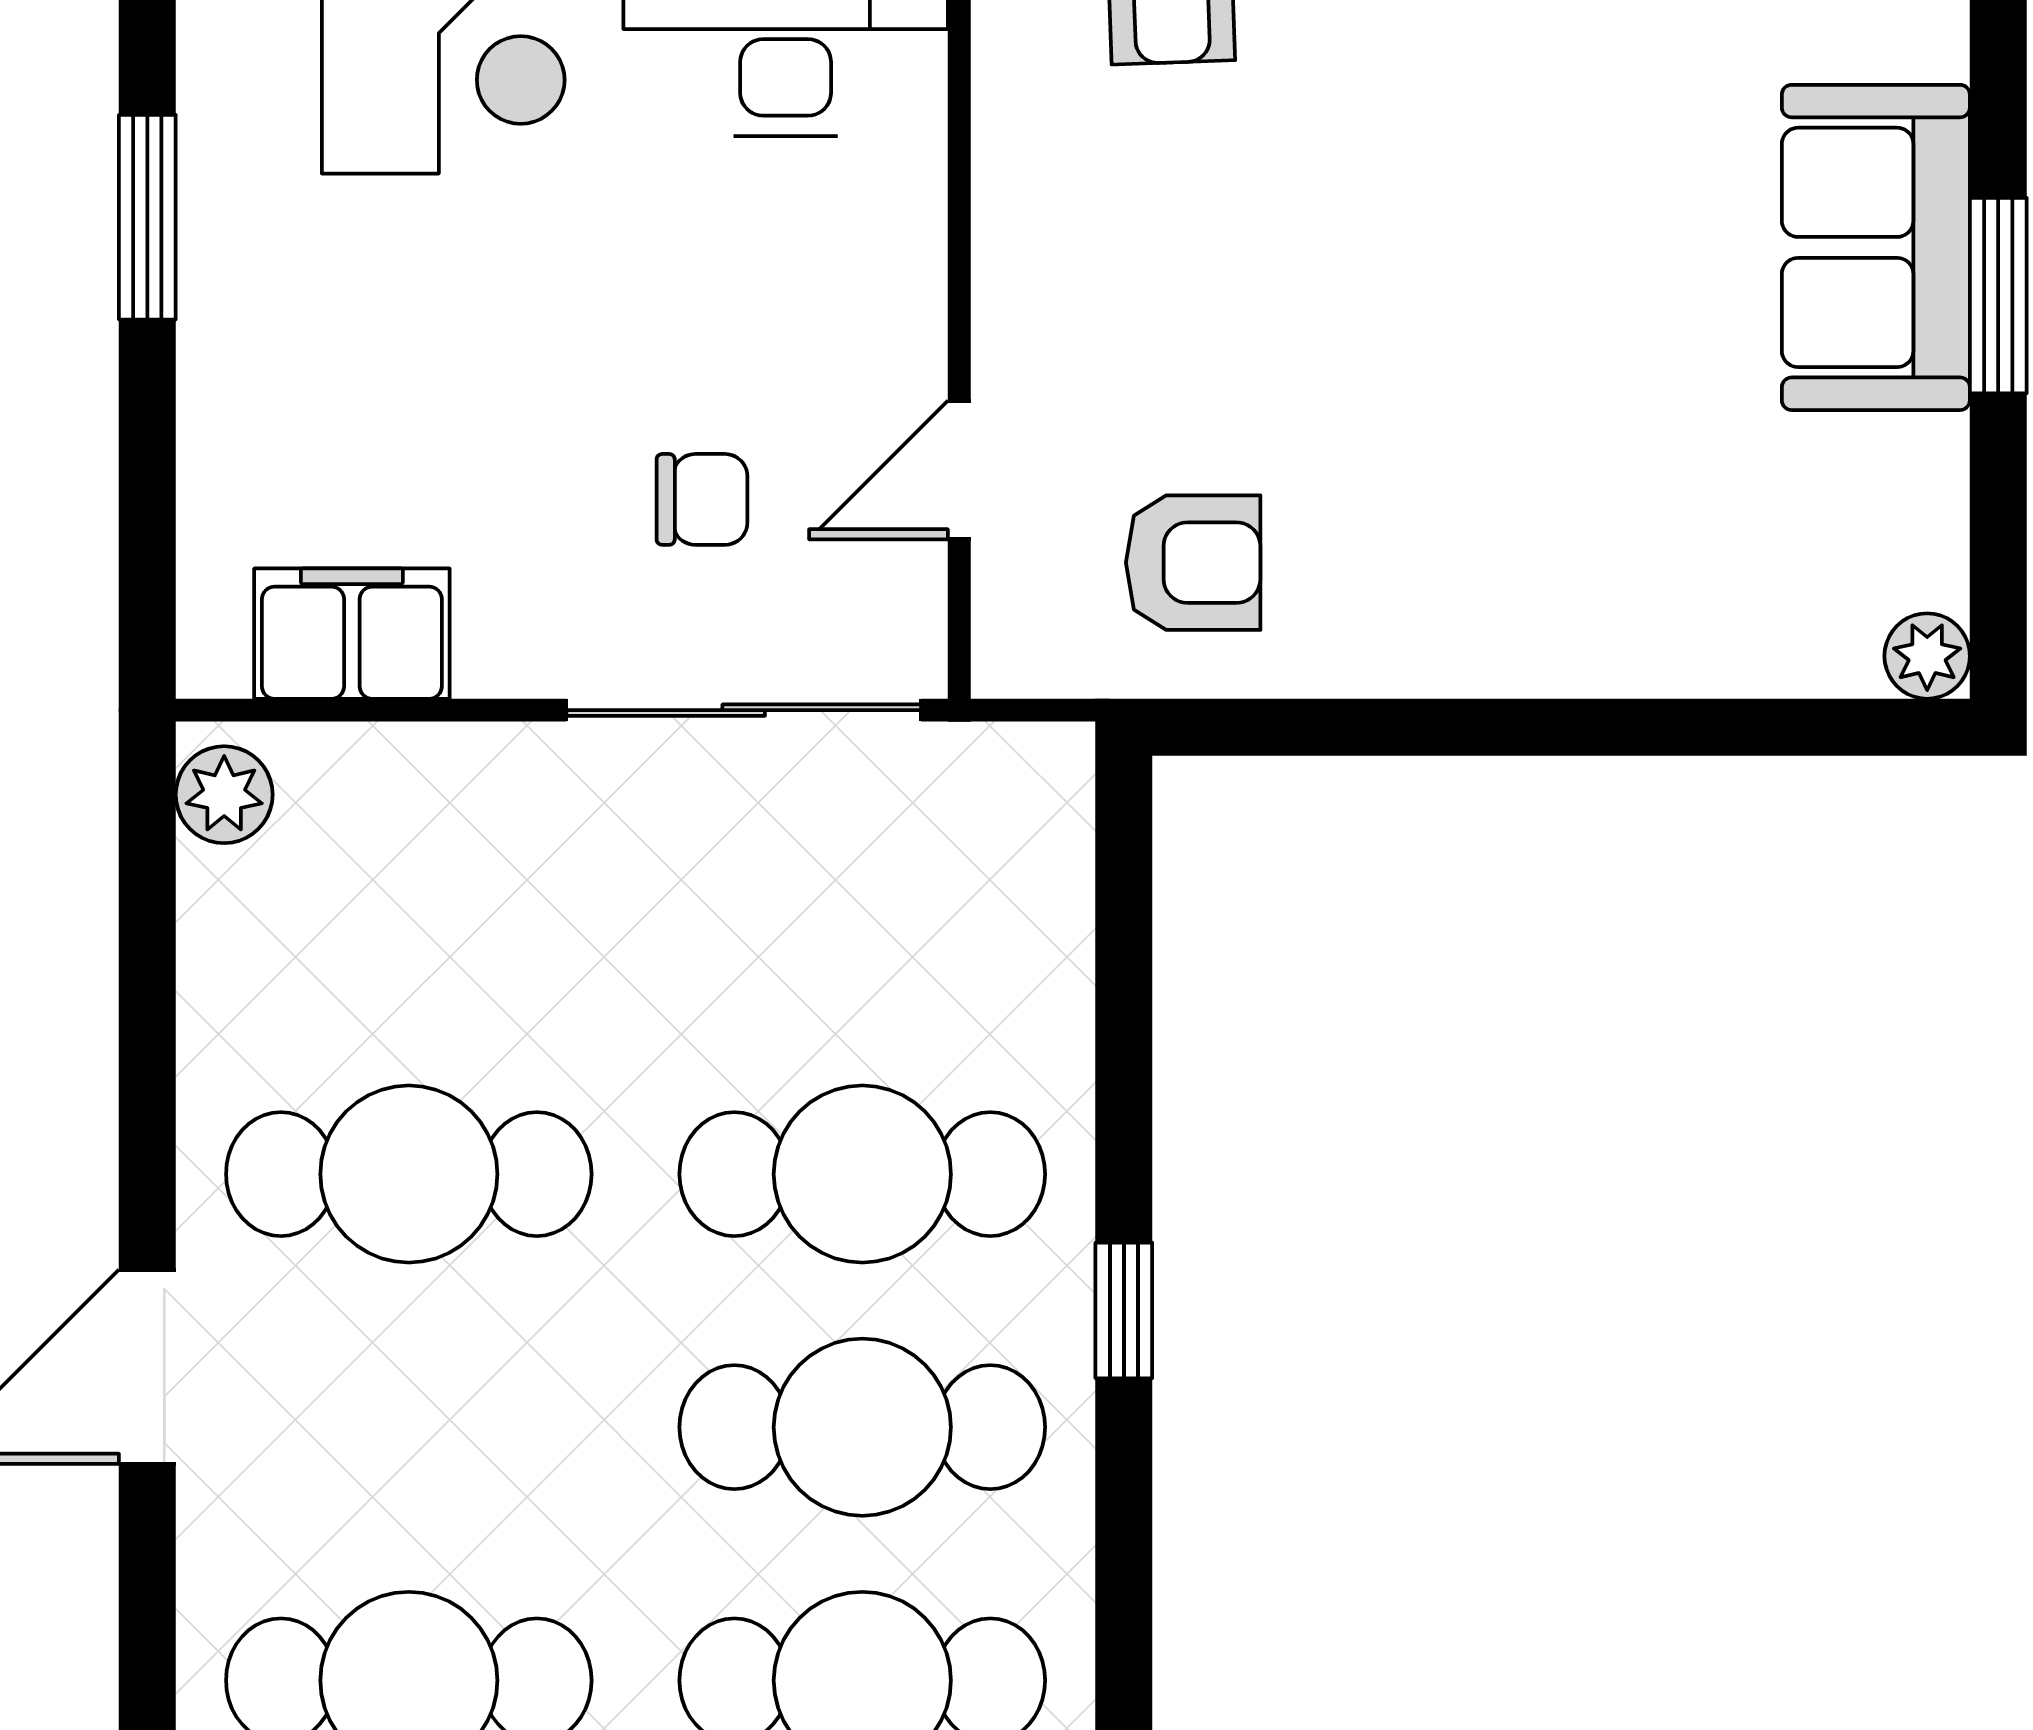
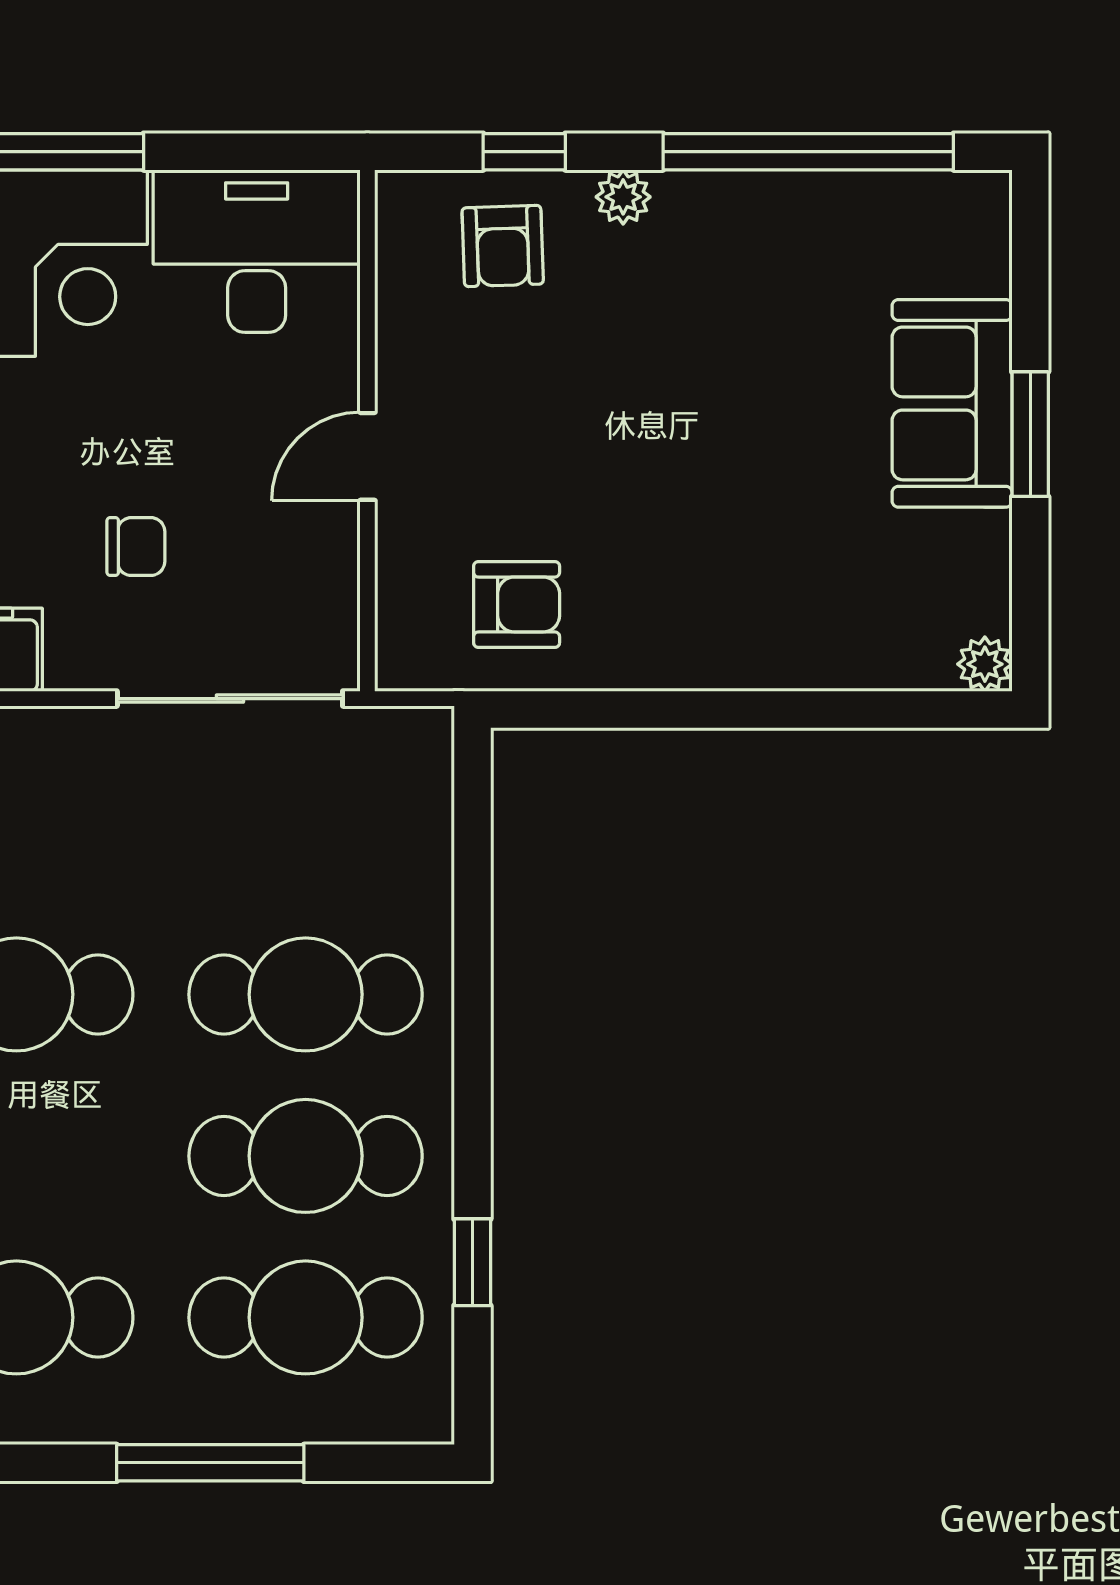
door: (959, 470) -> (367, 456), moved
chair: (702, 499) -> (136, 547), moved
window: (1124, 1310) -> (472, 1262), moved

